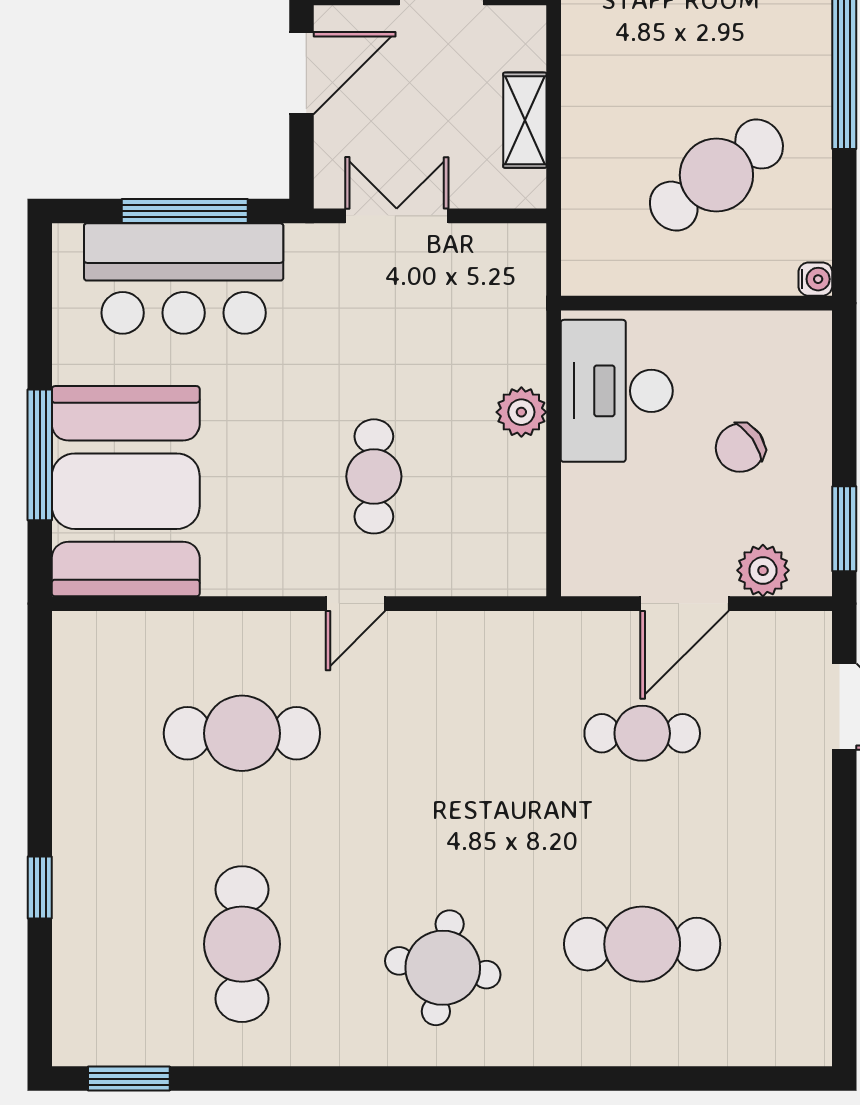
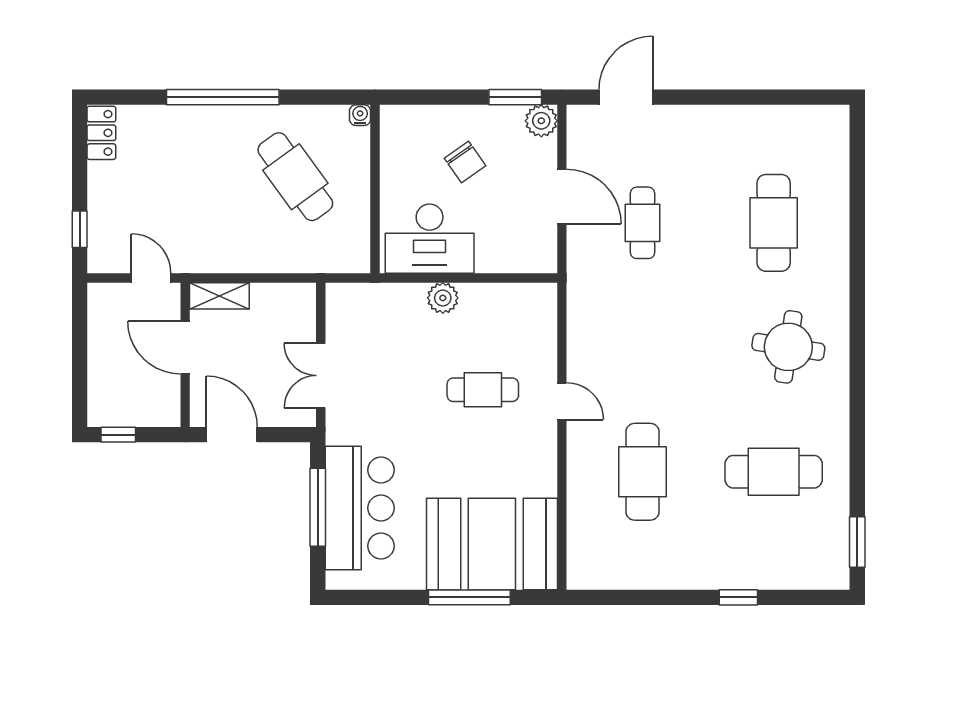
shelving: (525, 120) -> (219, 296), moved
plant: (763, 570) -> (541, 121), moved

